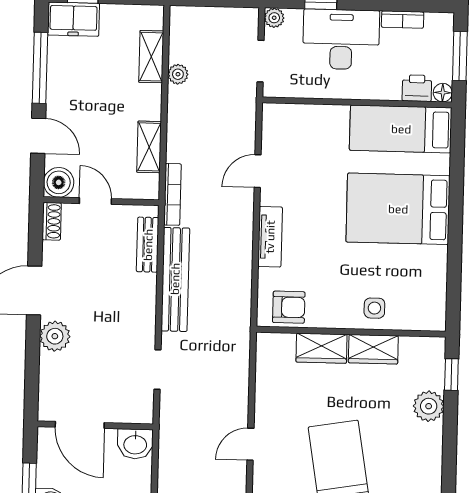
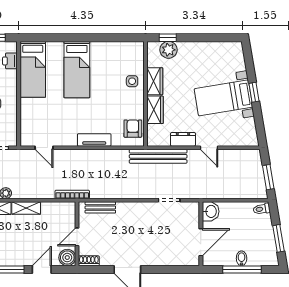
floor lamp: (443, 93) -> (12, 47), removed
shelving: (149, 147) -> (26, 208), moved
door: (258, 171) -> (44, 148), moved
bed: (398, 209) -> (77, 70), width x0.67
bench: (175, 279) -> (158, 156), moved
plant: (55, 336) -> (152, 257), removed
dresser: (267, 397) -> (183, 139), added
plant: (429, 406) -> (169, 50), moved

